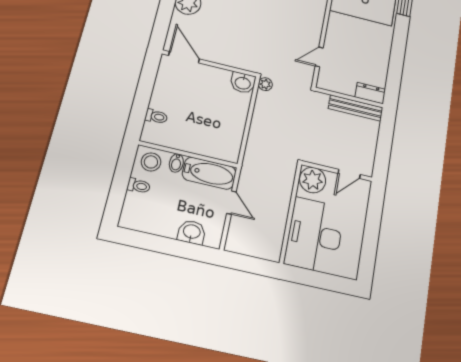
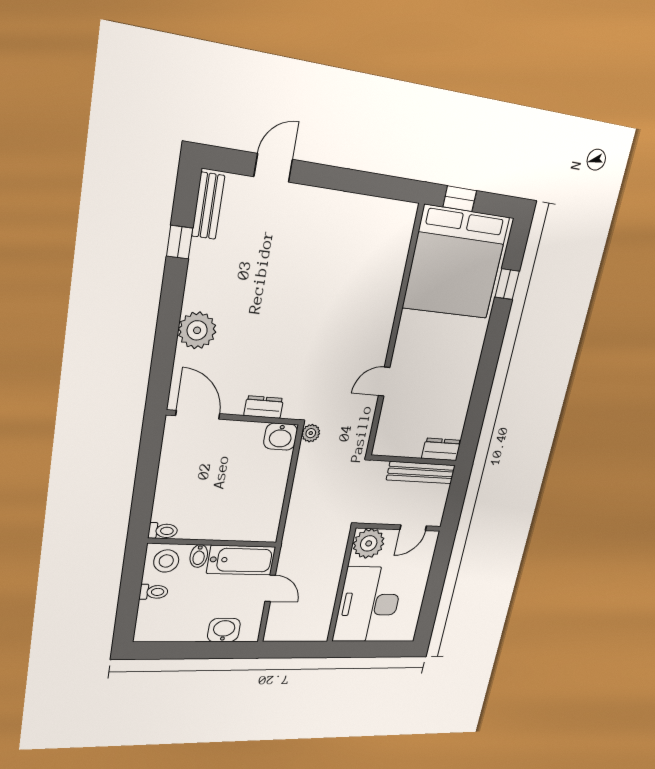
dresser: (231, 60) -> (264, 407), added
dresser: (370, 93) -> (441, 449), moved
wall: (349, 98) -> (414, 460), moved
bench: (356, 108) -> (421, 473), moved
toilet: (156, 116) -> (163, 531), moved

